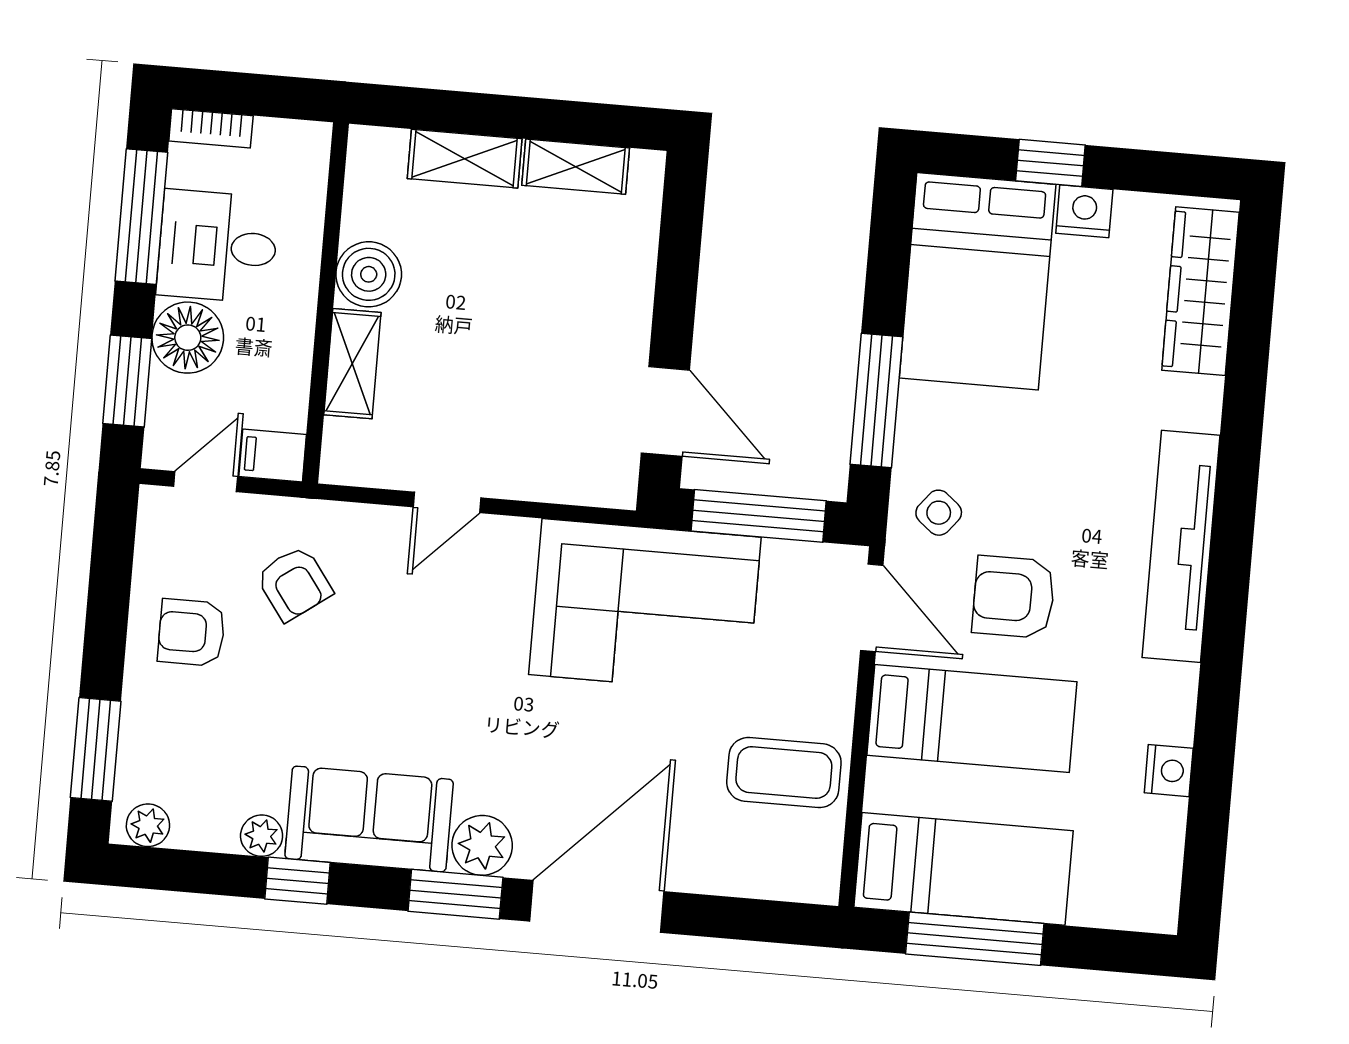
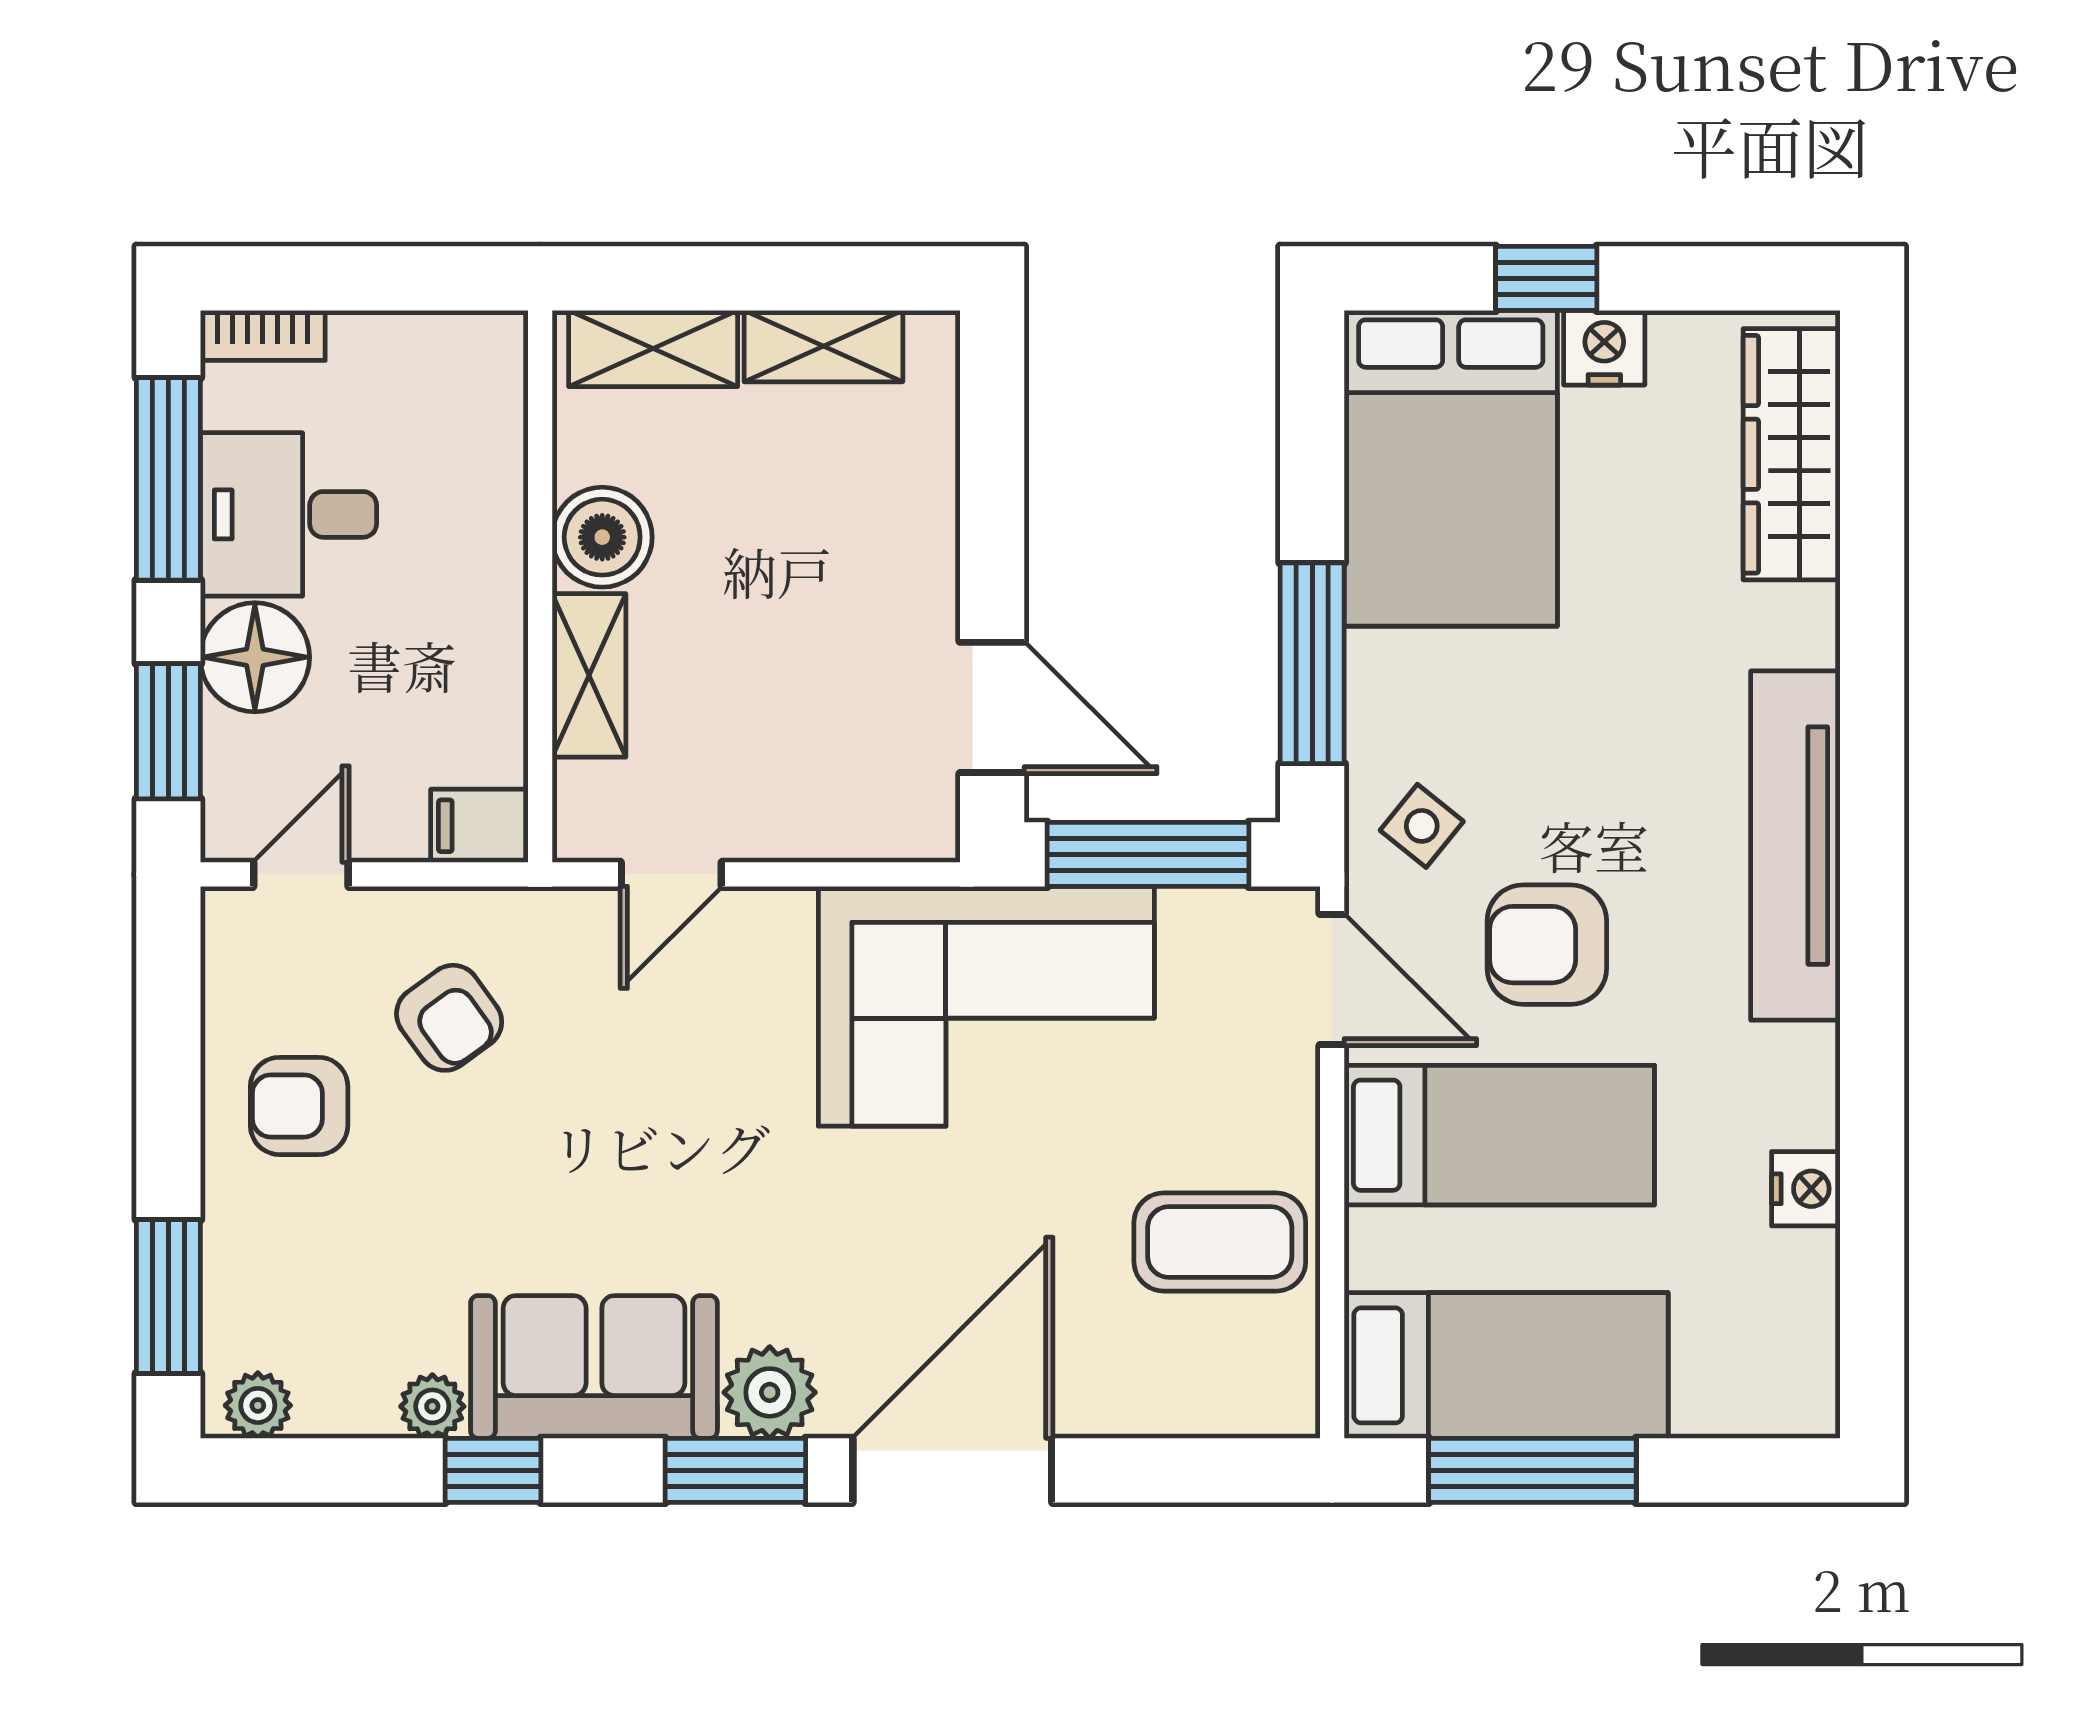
boiler: (369, 274) -> (602, 537), moved
wall: (326, 303) -> (540, 586), moved
shelving: (352, 364) -> (589, 675), moved
filing cabinet: (273, 456) -> (479, 826), moved

